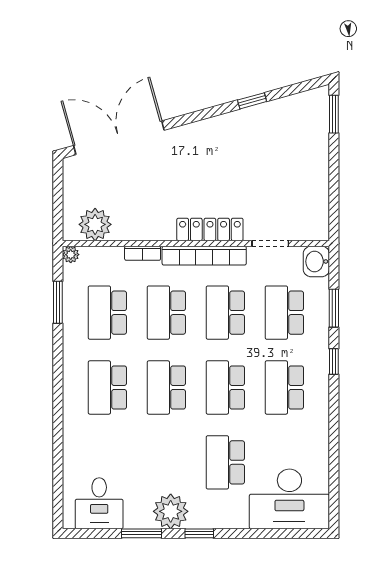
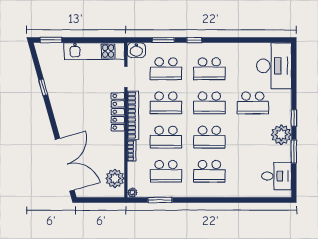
double door: (119, 138) -> (65, 165), swing flipped
kitchen unit: (315, 189) -> (94, 51), added

